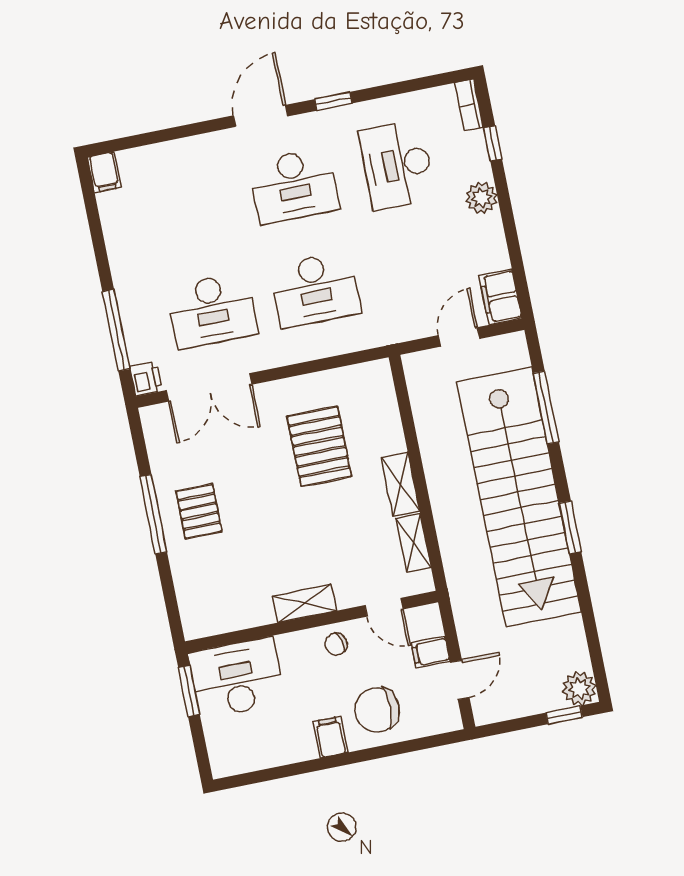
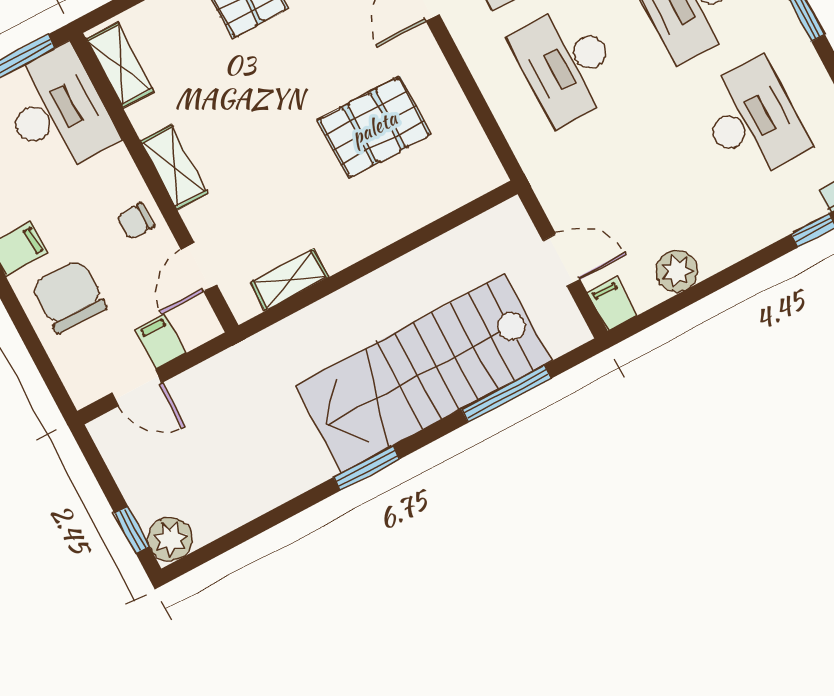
desk: (397, 165) -> (752, 120), turned 90
plant: (481, 198) -> (677, 271), moved
filing cabinet: (500, 297) -> (612, 304), width x0.50
shelving: (400, 484) -> (120, 65), moved, turned 90
stairs: (519, 497) -> (423, 373), width x0.73
chair: (336, 644) -> (136, 221), turned -75

